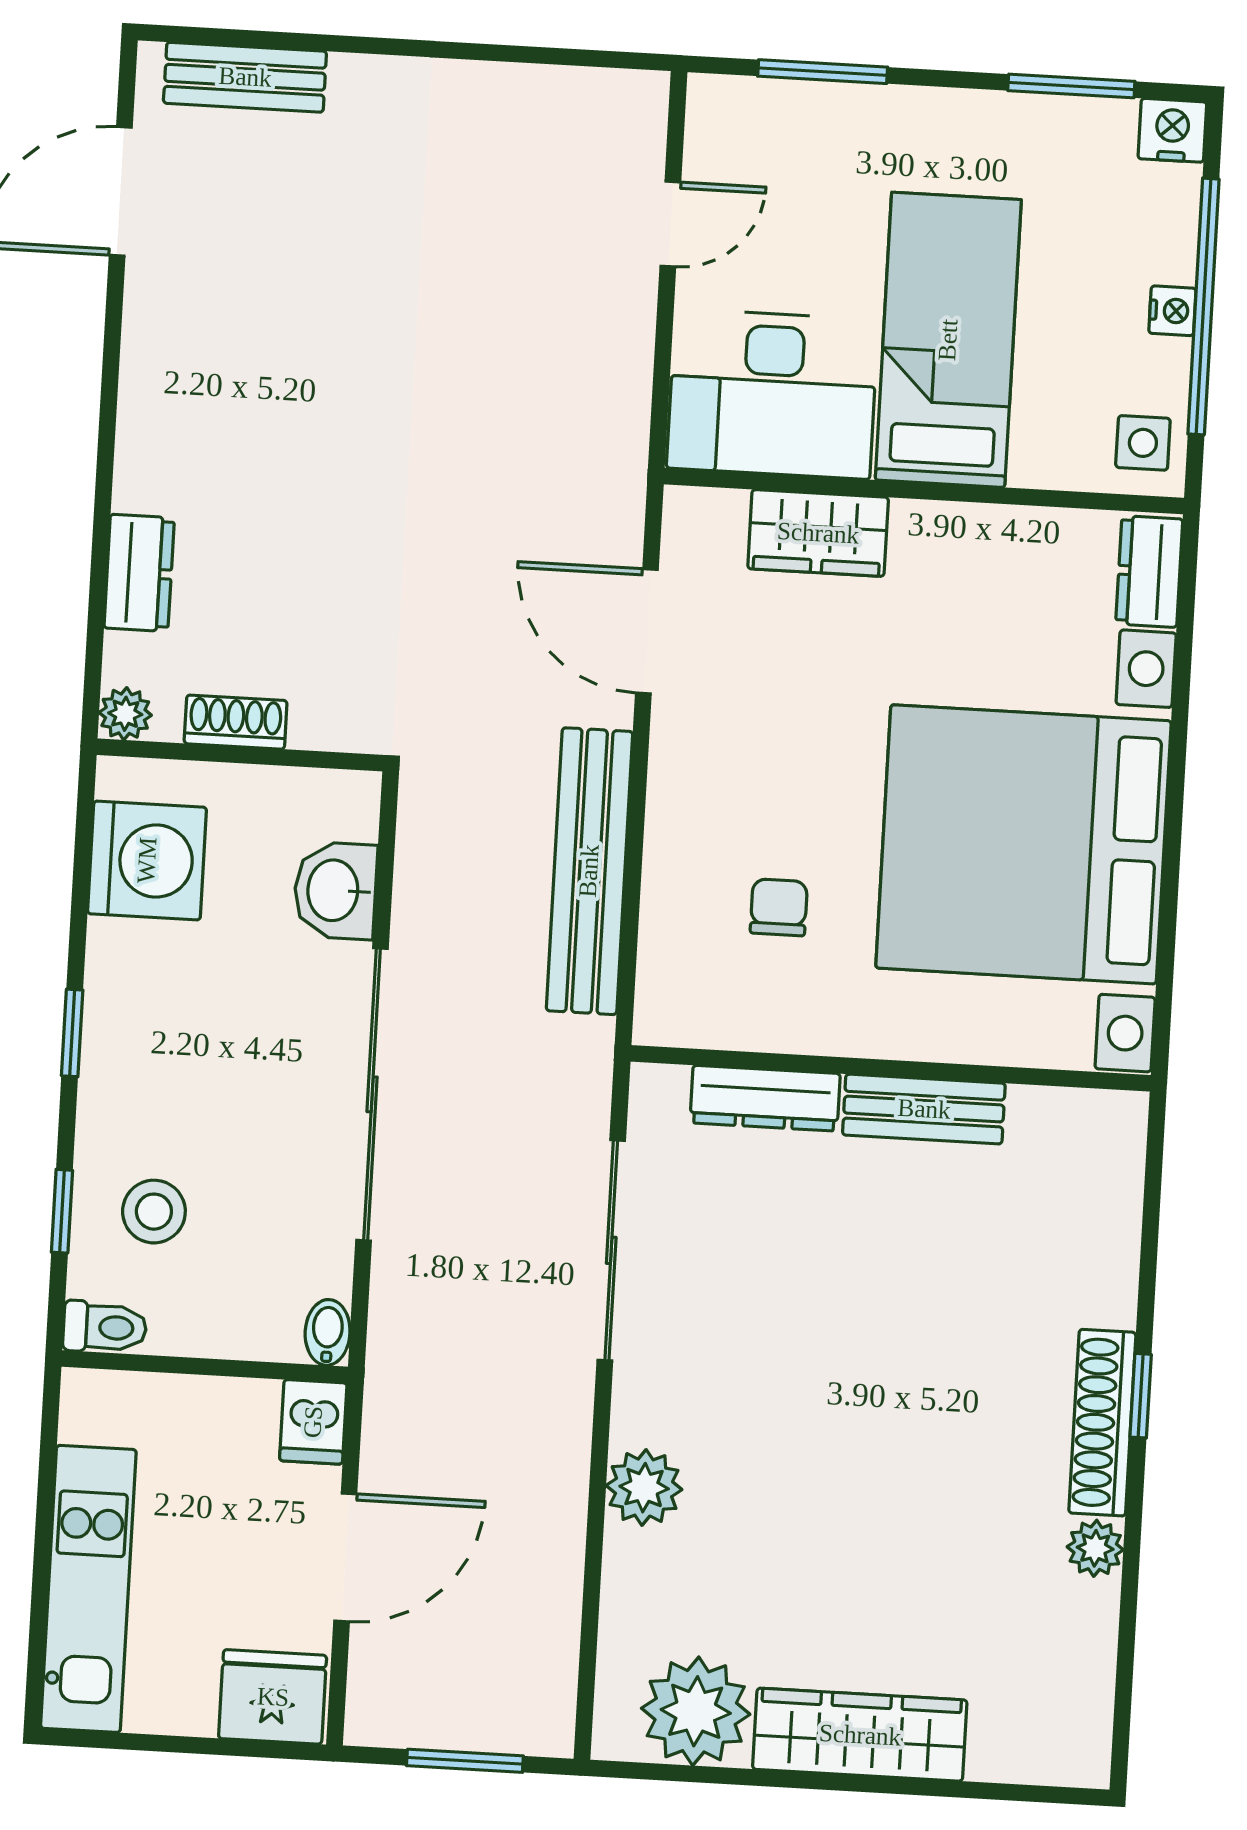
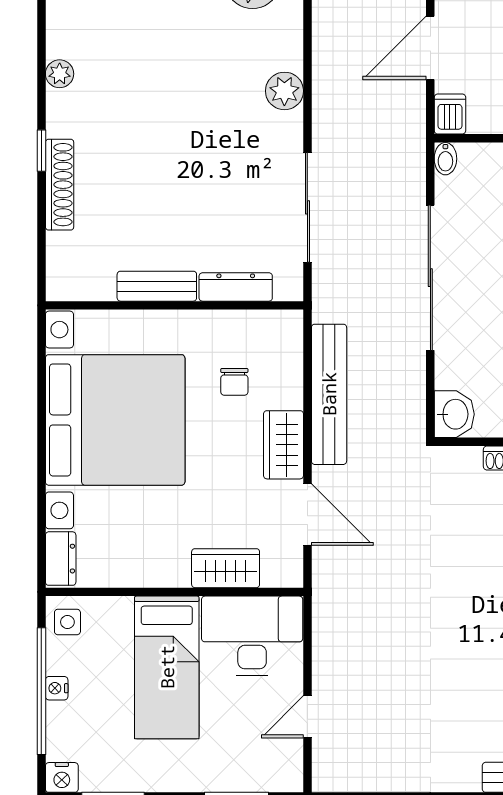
wardrobe: (687, 775) -> (284, 445), added
washbasin: (335, 890) -> (454, 414), moved
shoe rack: (1102, 1423) -> (60, 185), moved

